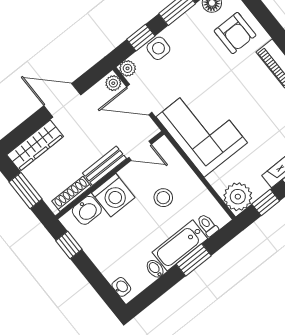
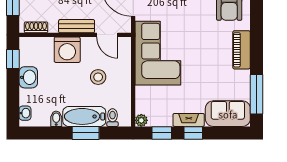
shoe rack: (72, 194) -> (36, 27), width x0.70
plant: (238, 197) -> (141, 120), width x0.53, depth x0.53
washbasin: (87, 210) -> (28, 77), moved, turned -90

